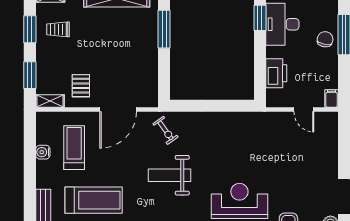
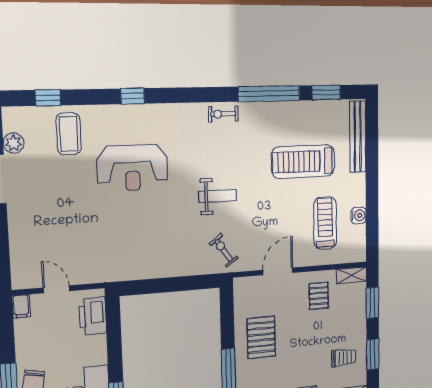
pallet: (134, 55) -> (261, 337), added
printer: (276, 73) -> (93, 316), moved
door: (118, 110) -> (278, 271), width x0.73
treadmill: (74, 148) -> (325, 223), turned 180
weight bench: (170, 175) -> (218, 196), width x0.73, depth x0.75

